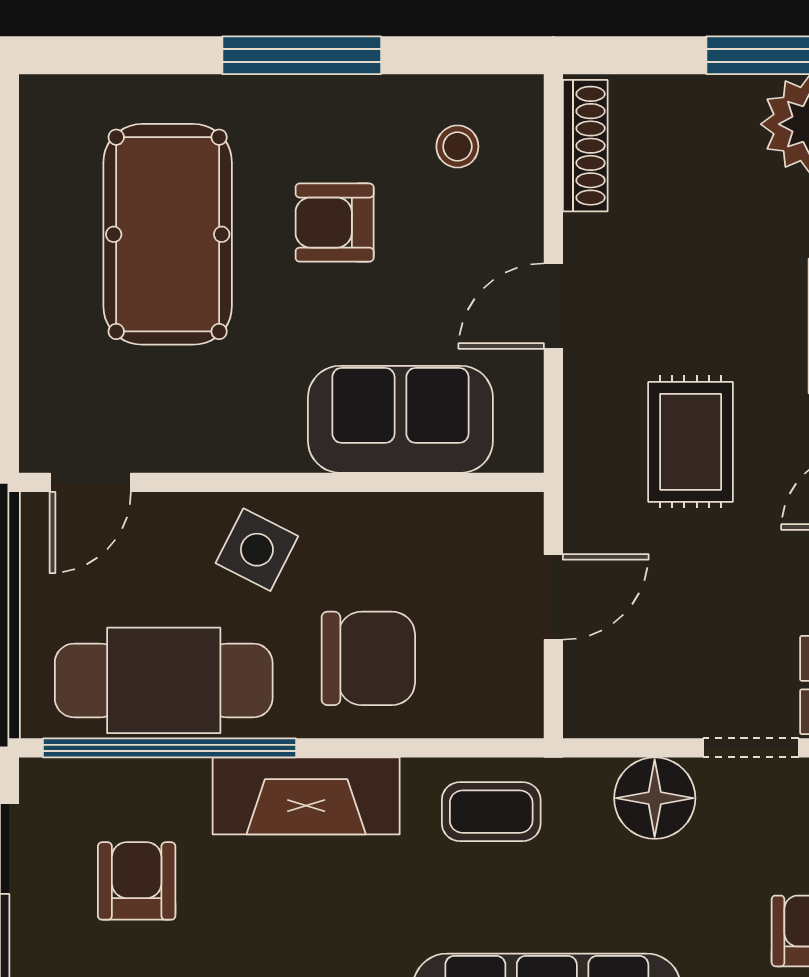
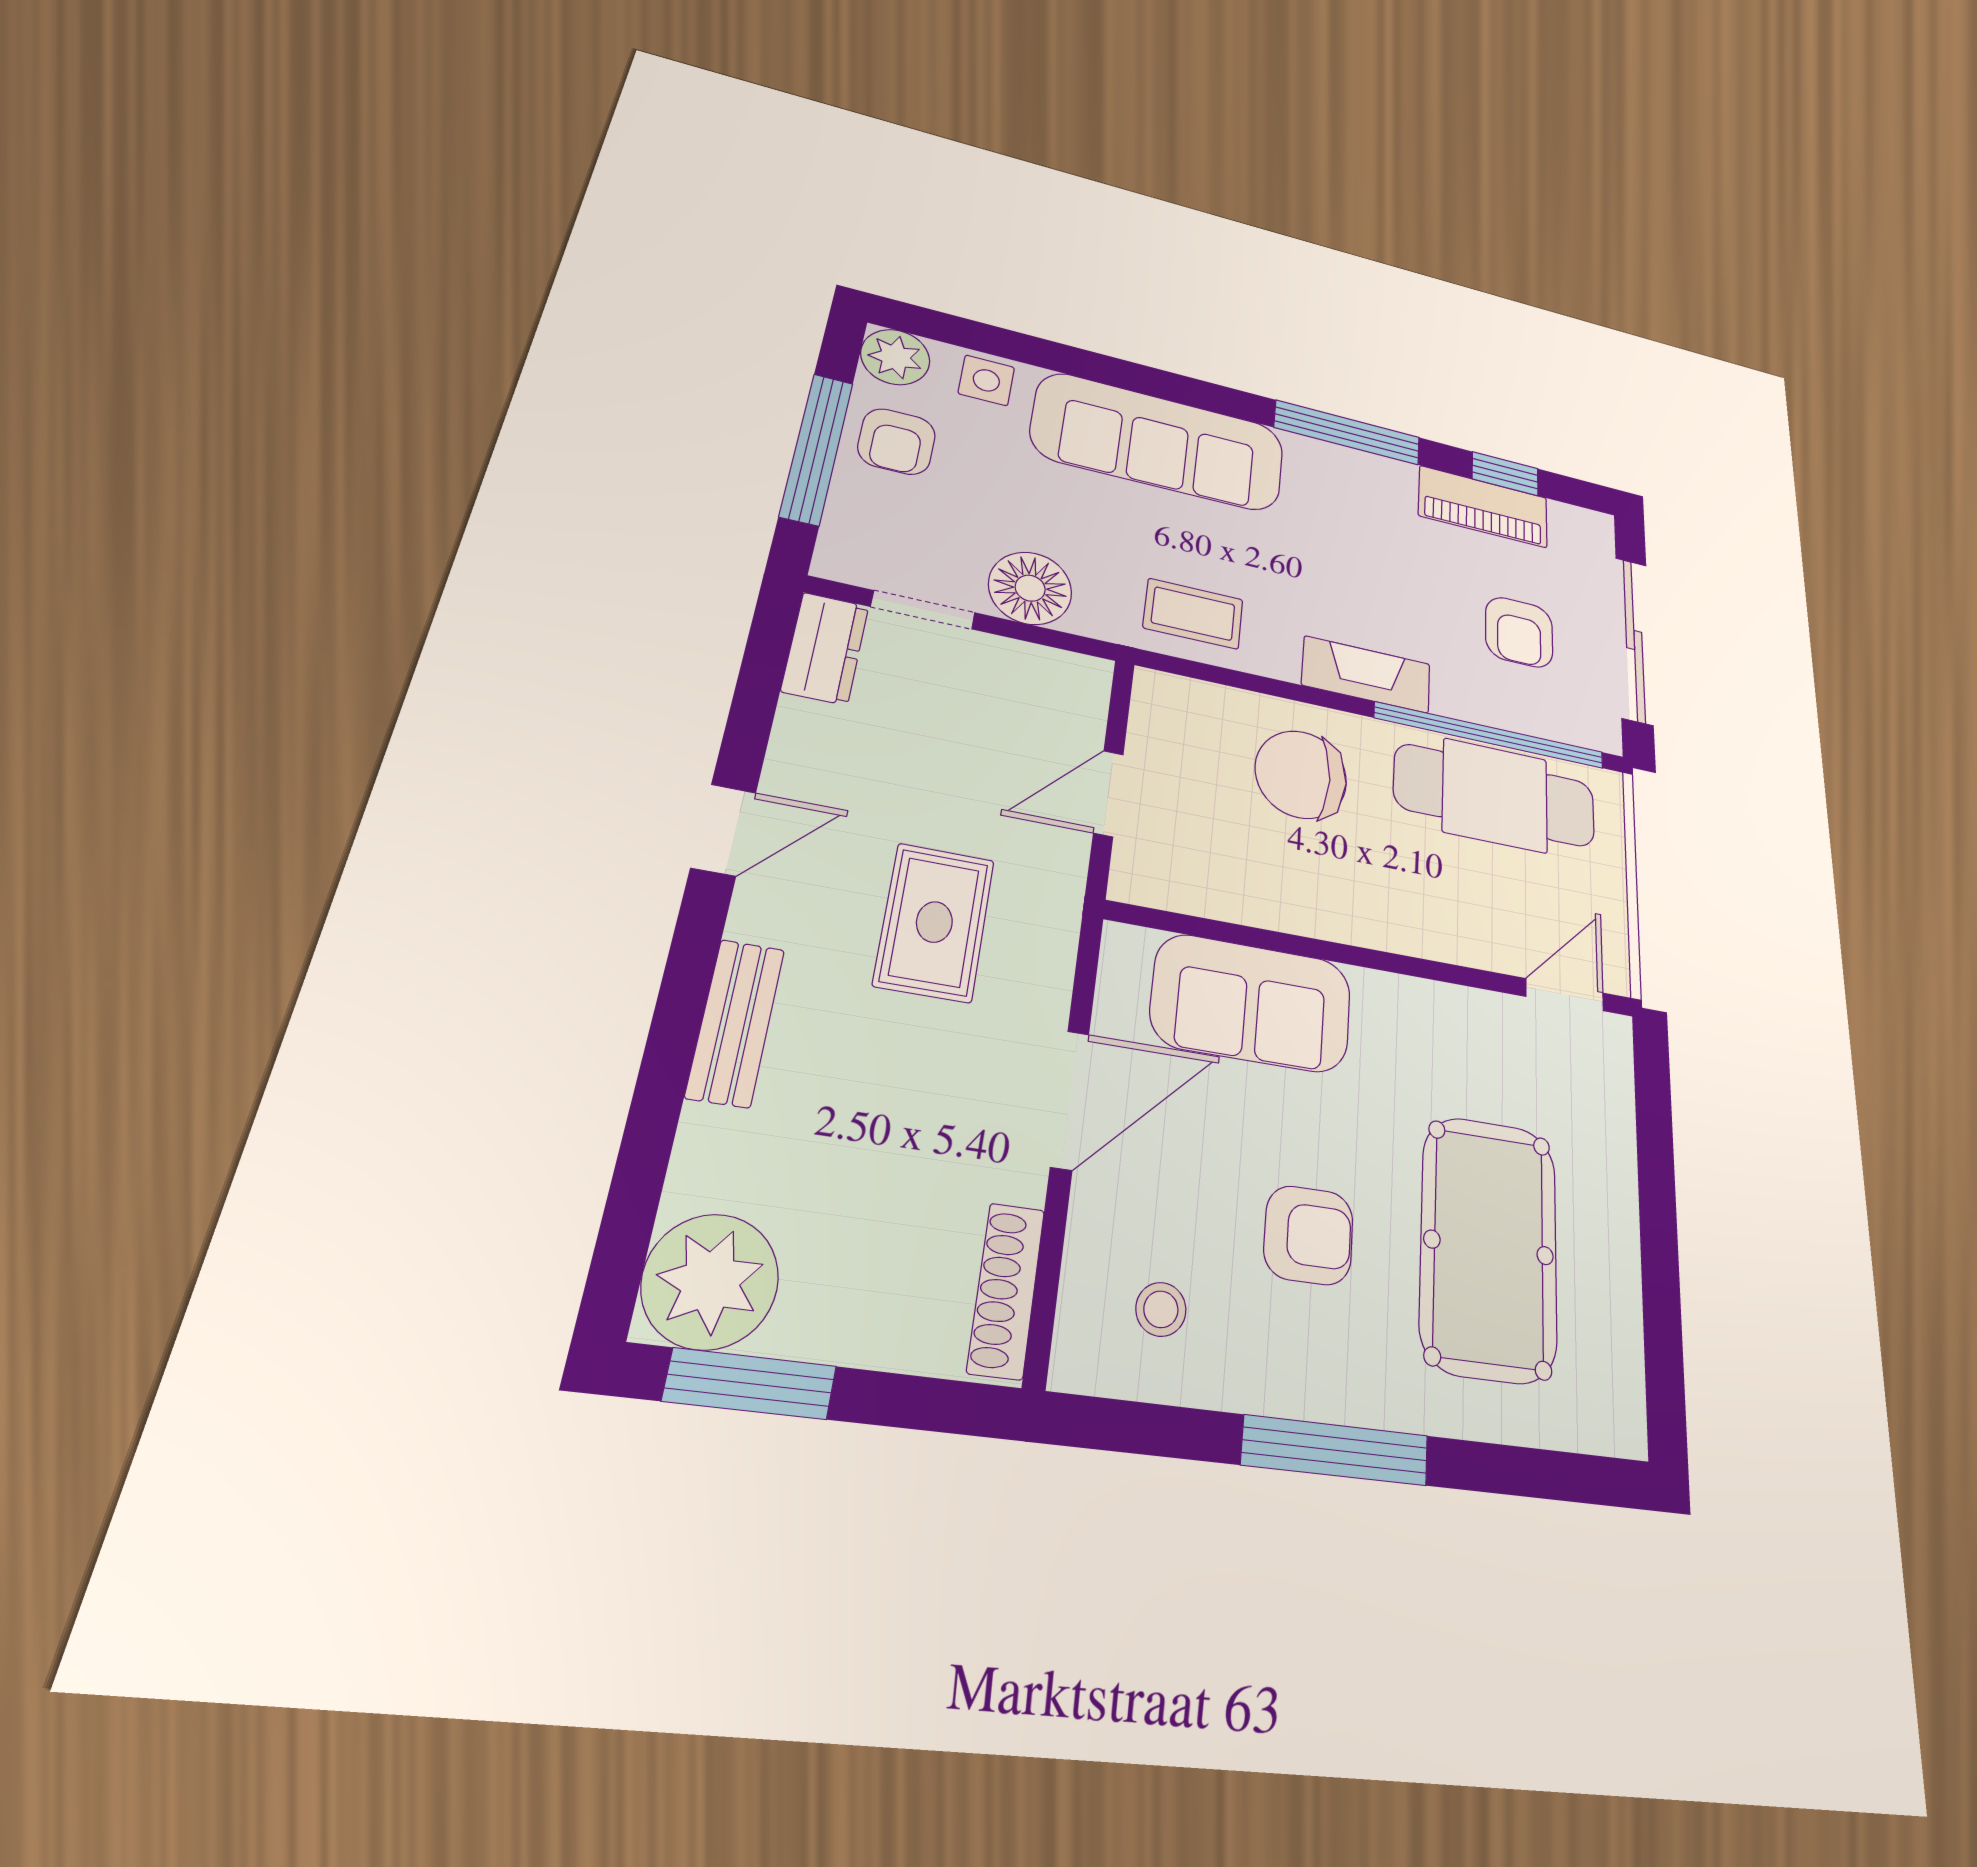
door: (553, 306) -> (1070, 1100), width x1.38
side table: (257, 550) -> (1405, 898), removed
fireplace: (306, 796) -> (1366, 674), width x0.73, depth x0.76

